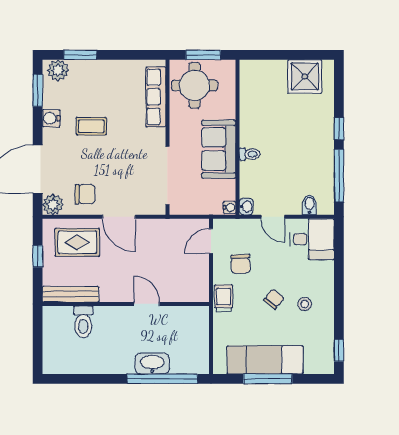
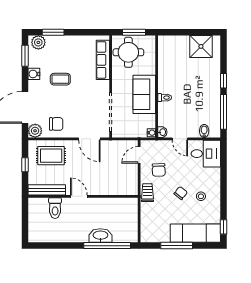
door: (119, 217) -> (89, 139), moved
door: (147, 304) -> (79, 196), moved
exam couch: (265, 360) -> (195, 233), moved

